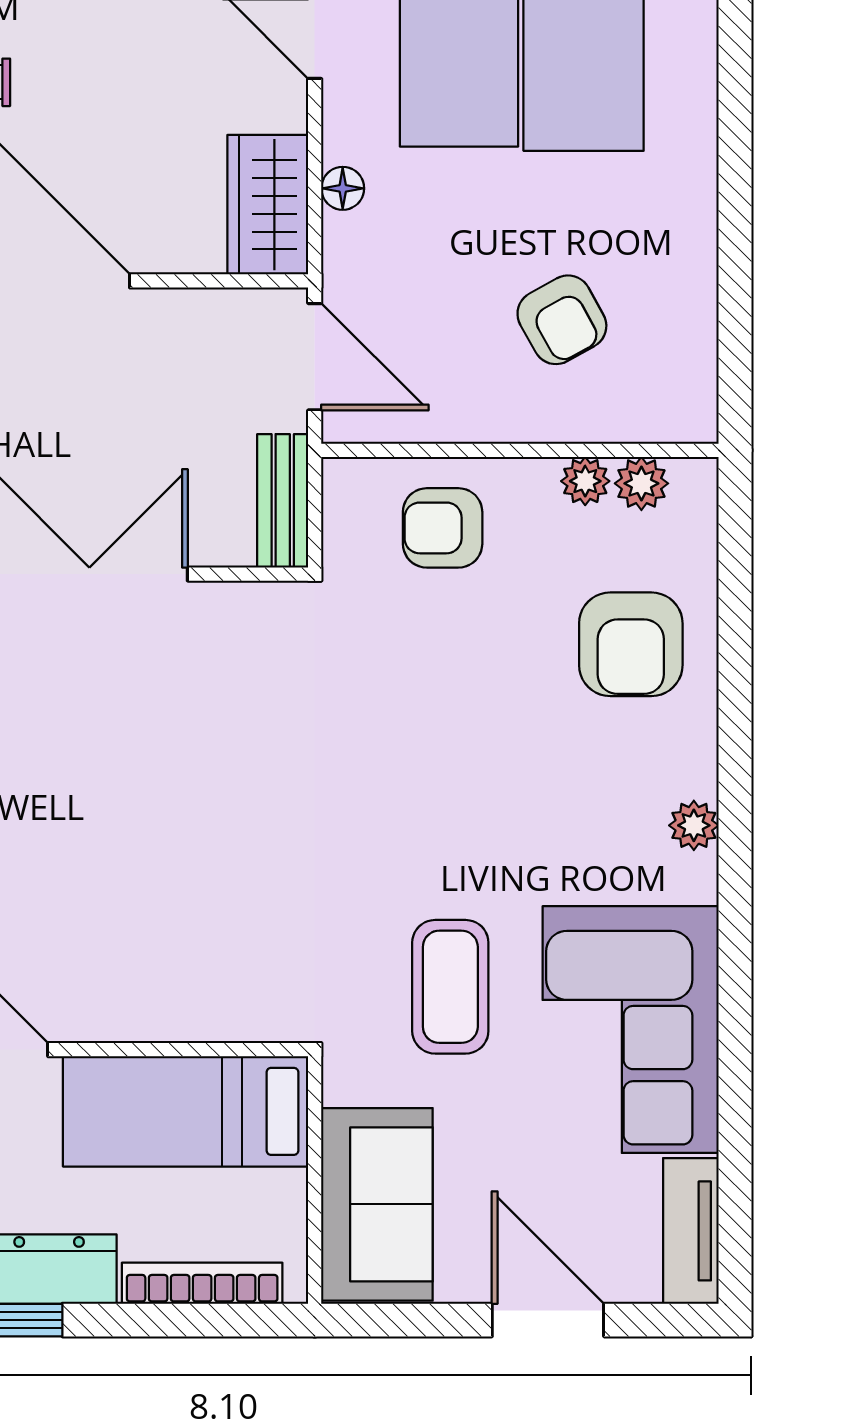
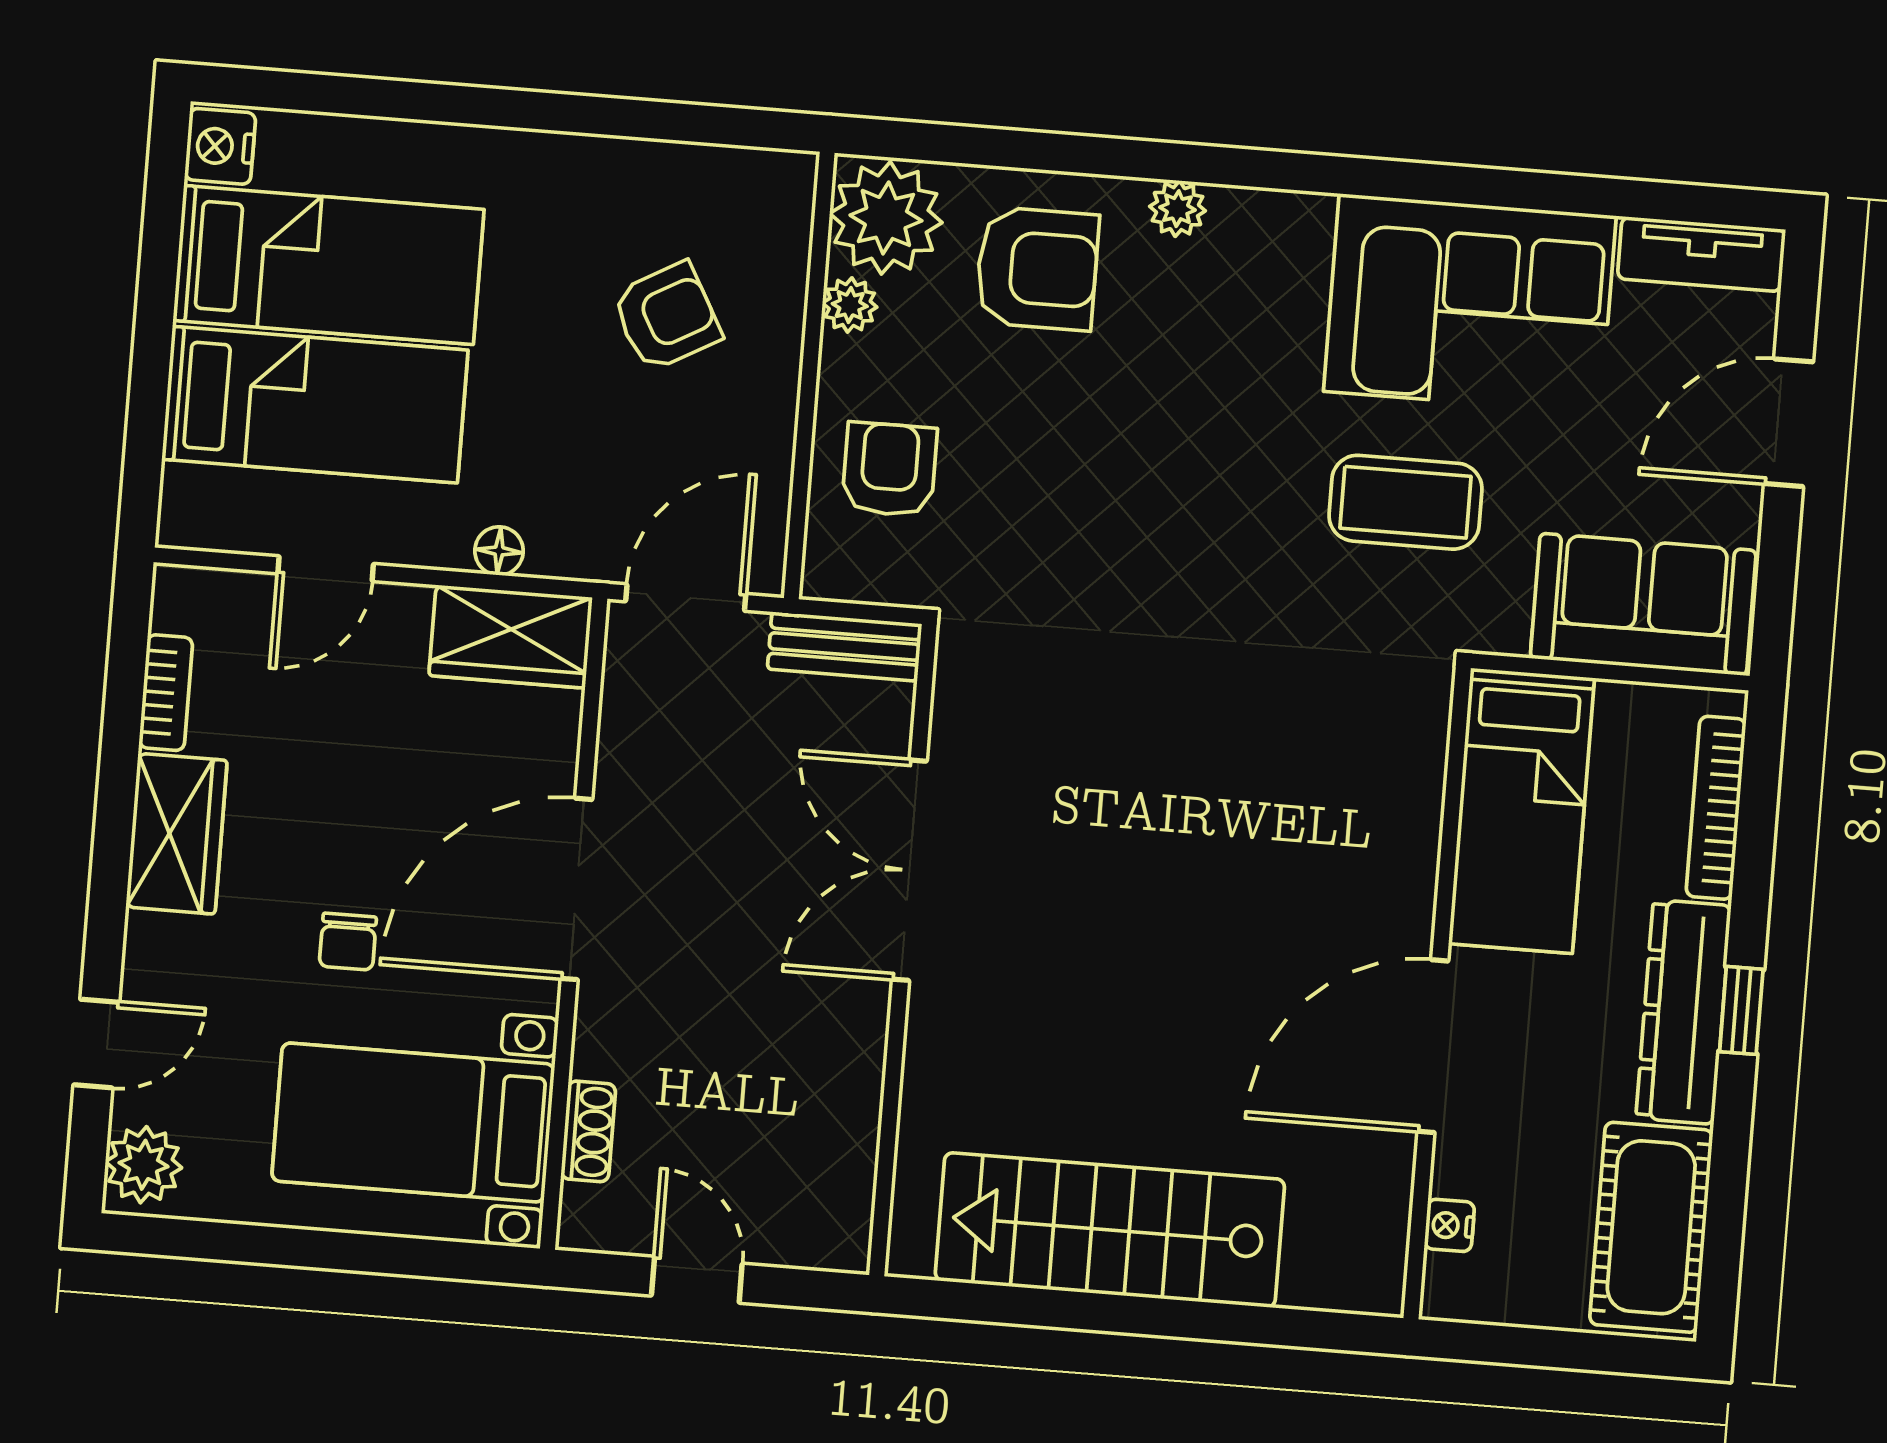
plant: (641, 483) -> (886, 218), width x1.88, depth x1.88
armchair: (443, 528) -> (889, 469), turned 180
plant: (694, 825) -> (1177, 209), moved

